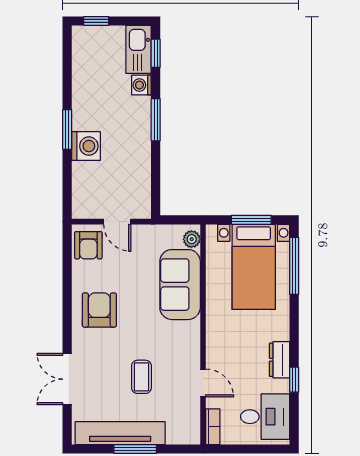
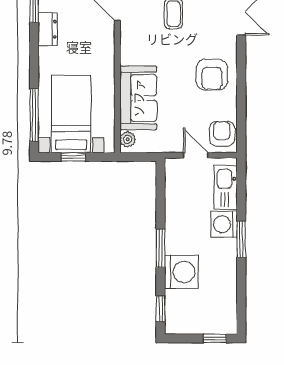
kitchen sink: (138, 49) -> (226, 188), moved, turned 180
washing machine: (141, 85) -> (181, 272), width x1.89, depth x1.89
window: (251, 220) -> (73, 157), width x0.67

